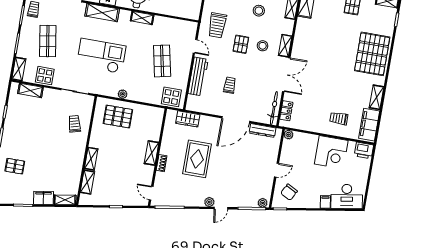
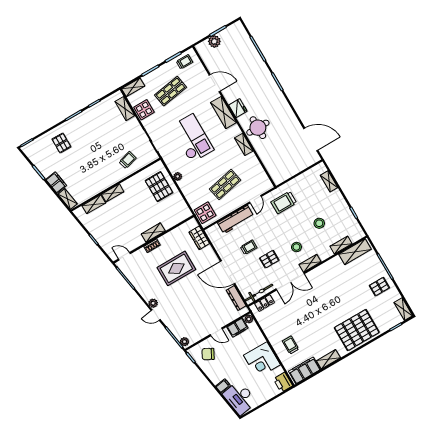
pallet: (241, 44) -> (269, 259), moved
filing cabinet: (288, 150) -> (237, 328), added
door: (151, 193) -> (124, 256), hinge flipped

